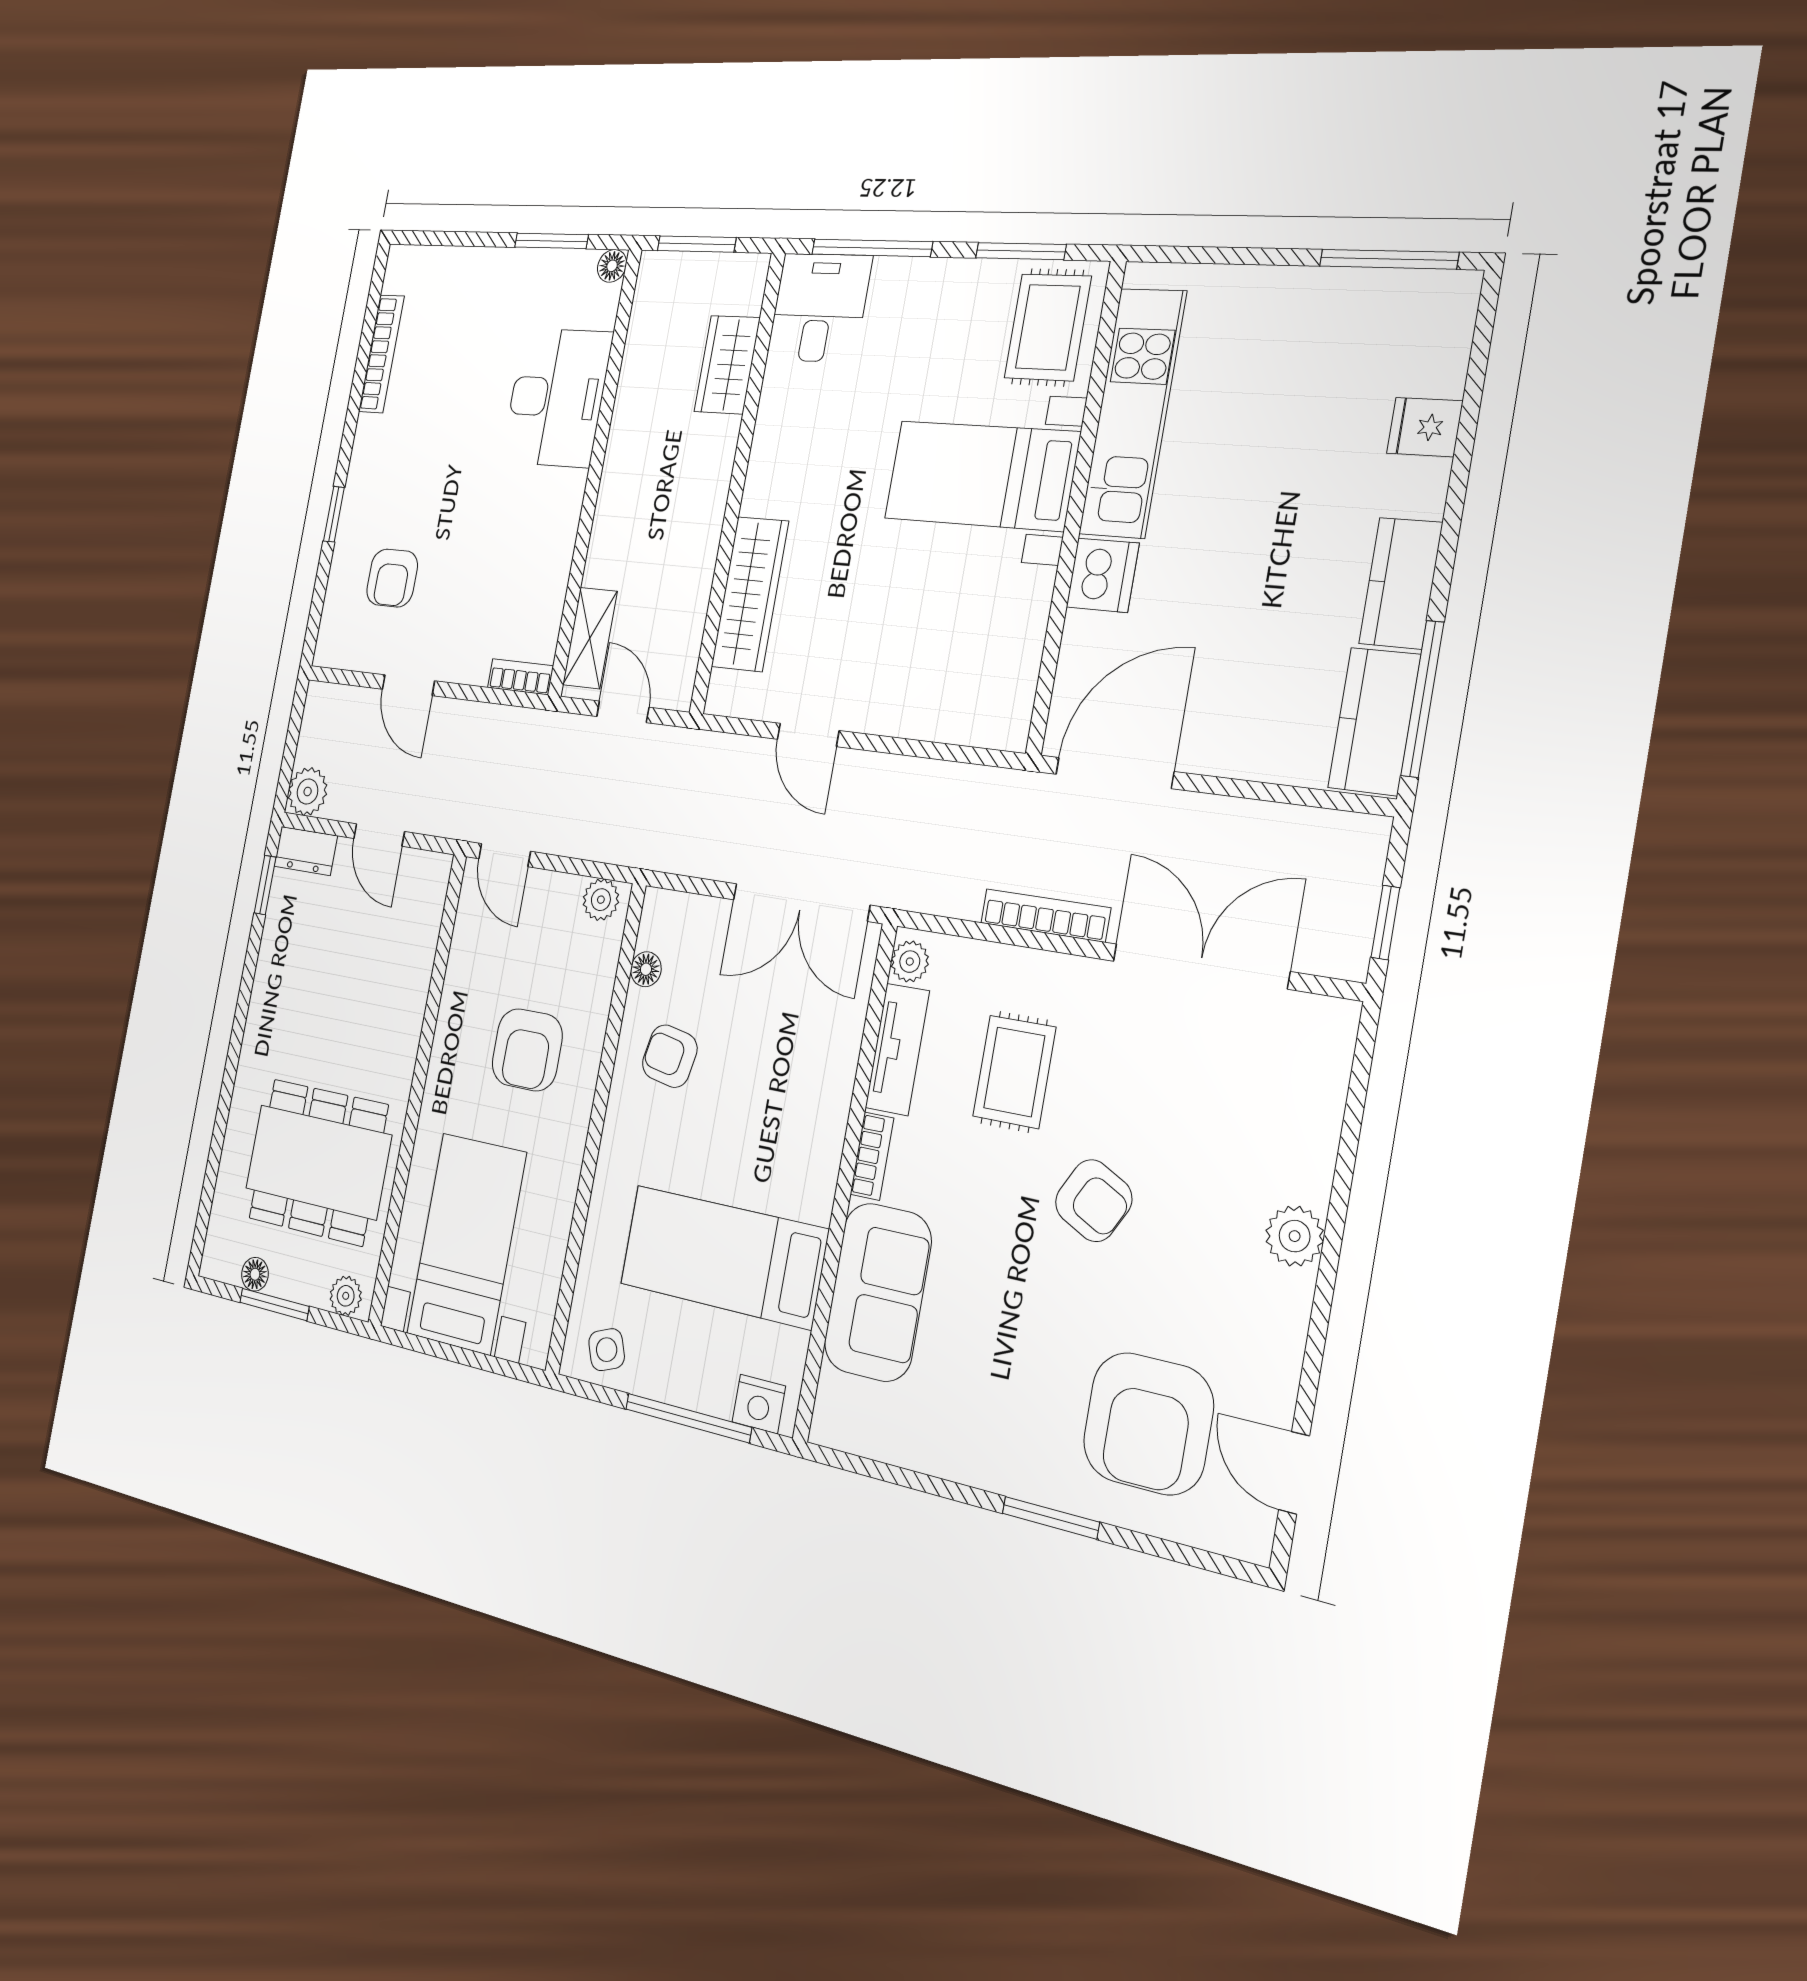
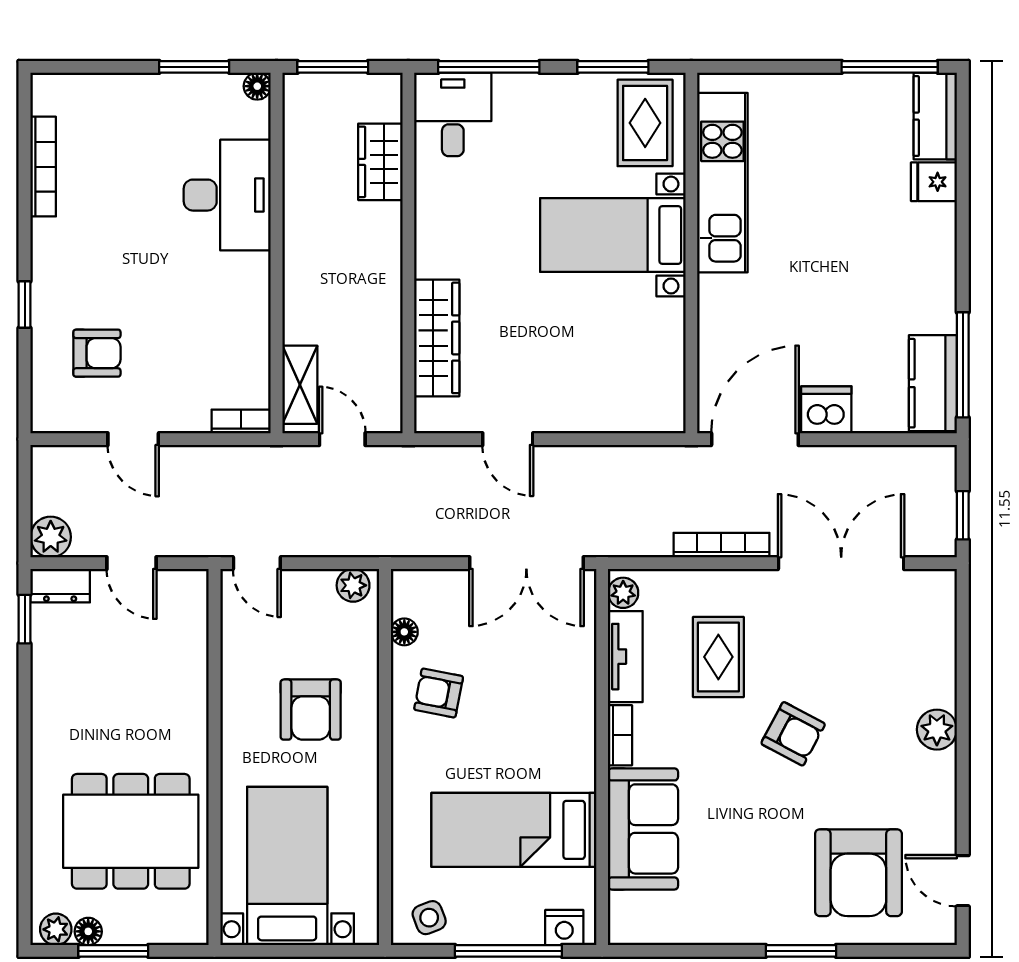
dishwasher: (1103, 575) -> (826, 410), moved, turned -90
armchair: (392, 578) -> (97, 353), turned -90
kitchen counter: (1401, 583) -> (935, 116), moved
plant: (346, 1296) -> (56, 929), moved

